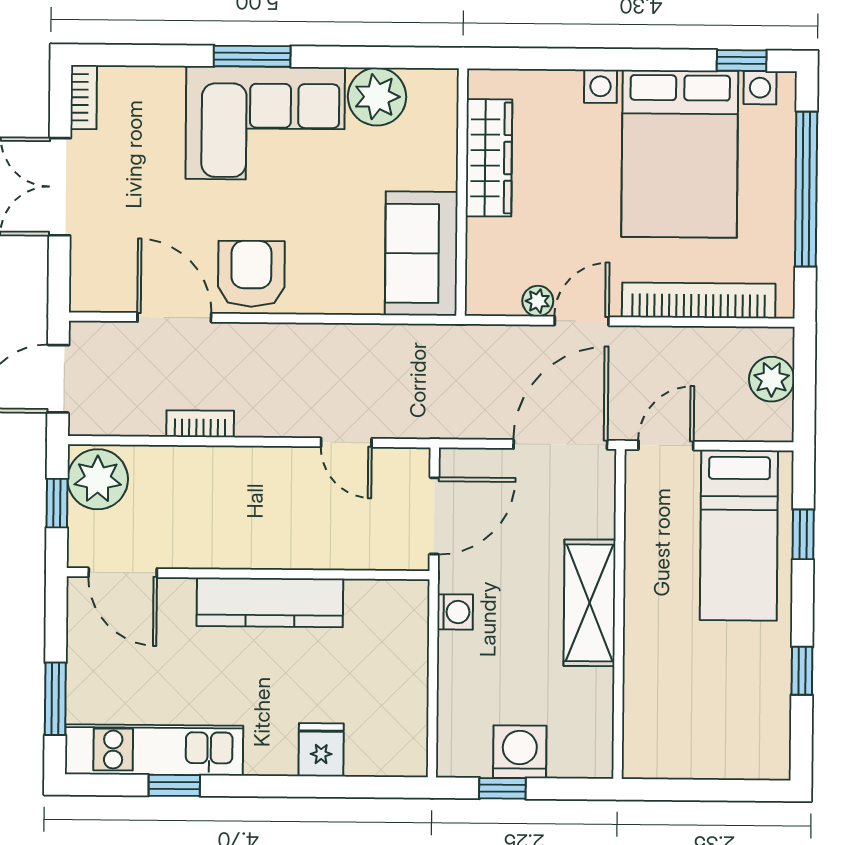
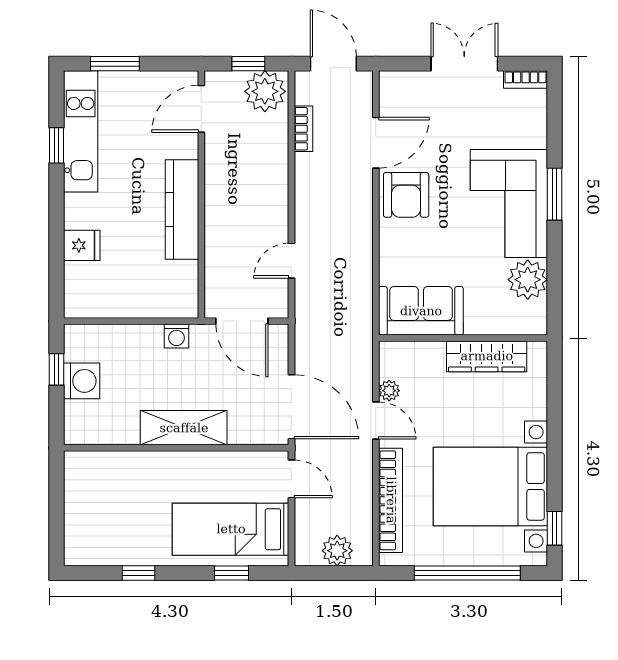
armchair: (251, 274) -> (406, 195), turned 90
bookcase: (200, 424) -> (303, 129), moved

